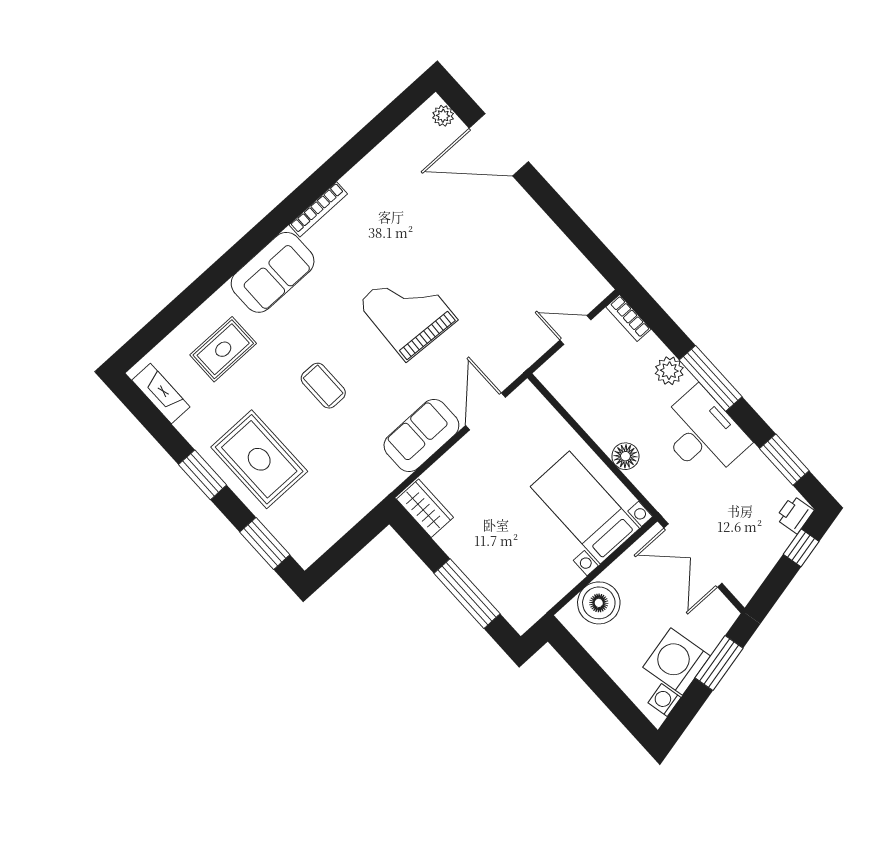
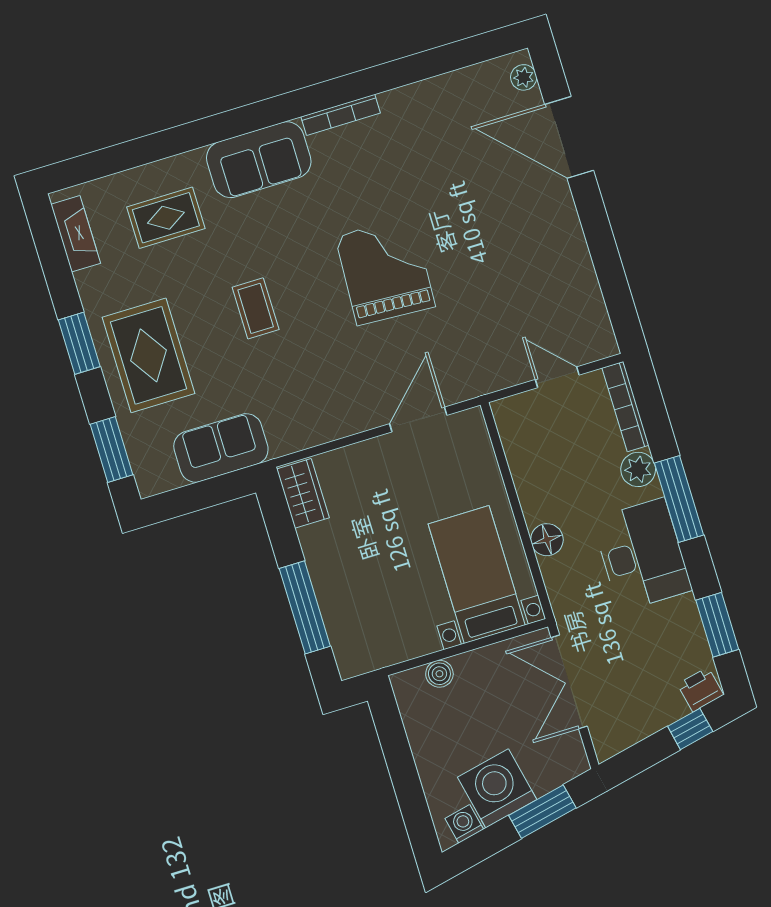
bookcase: (628, 318) -> (625, 407), width x1.56
sofa: (421, 436) -> (221, 448), moved
boiler: (599, 603) -> (439, 674), width x0.54, depth x0.54

